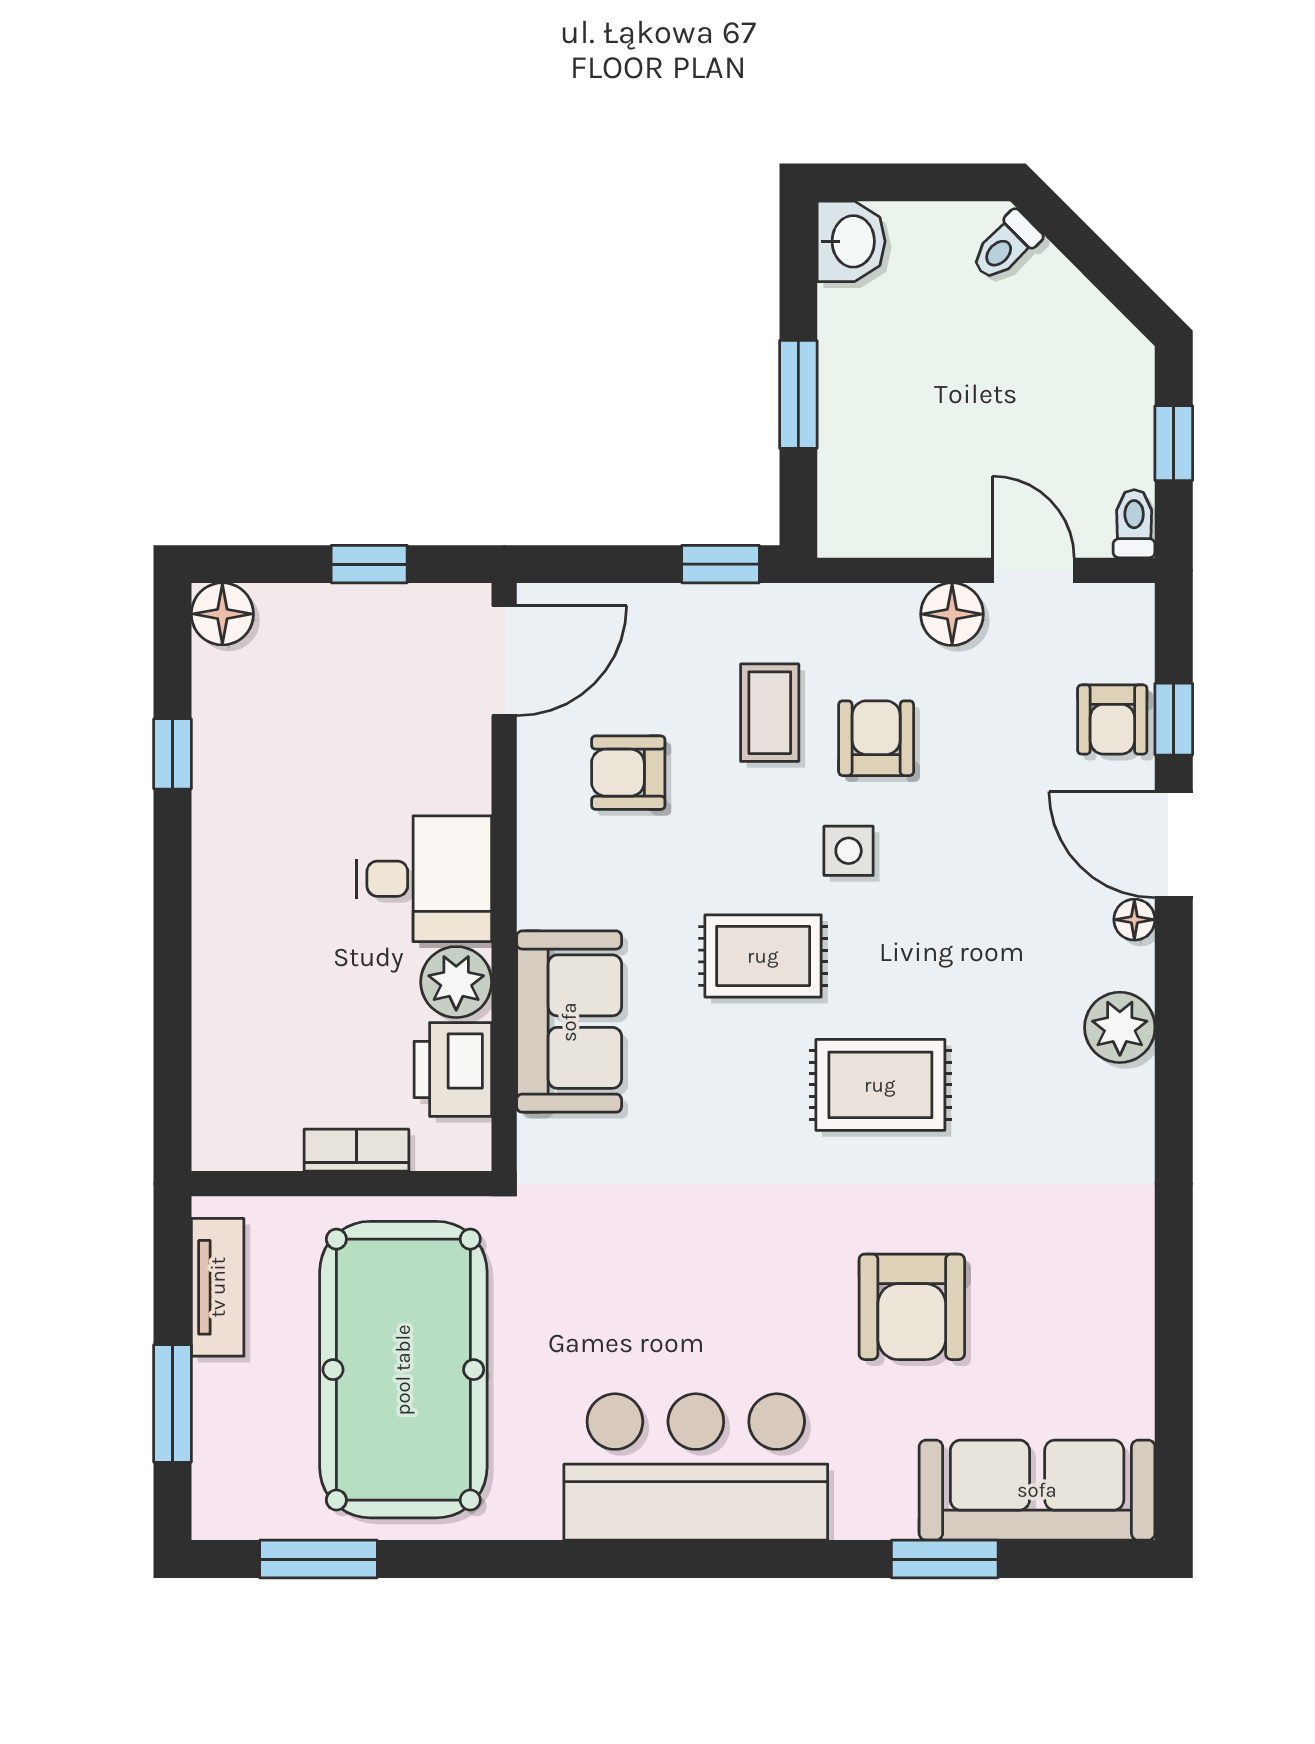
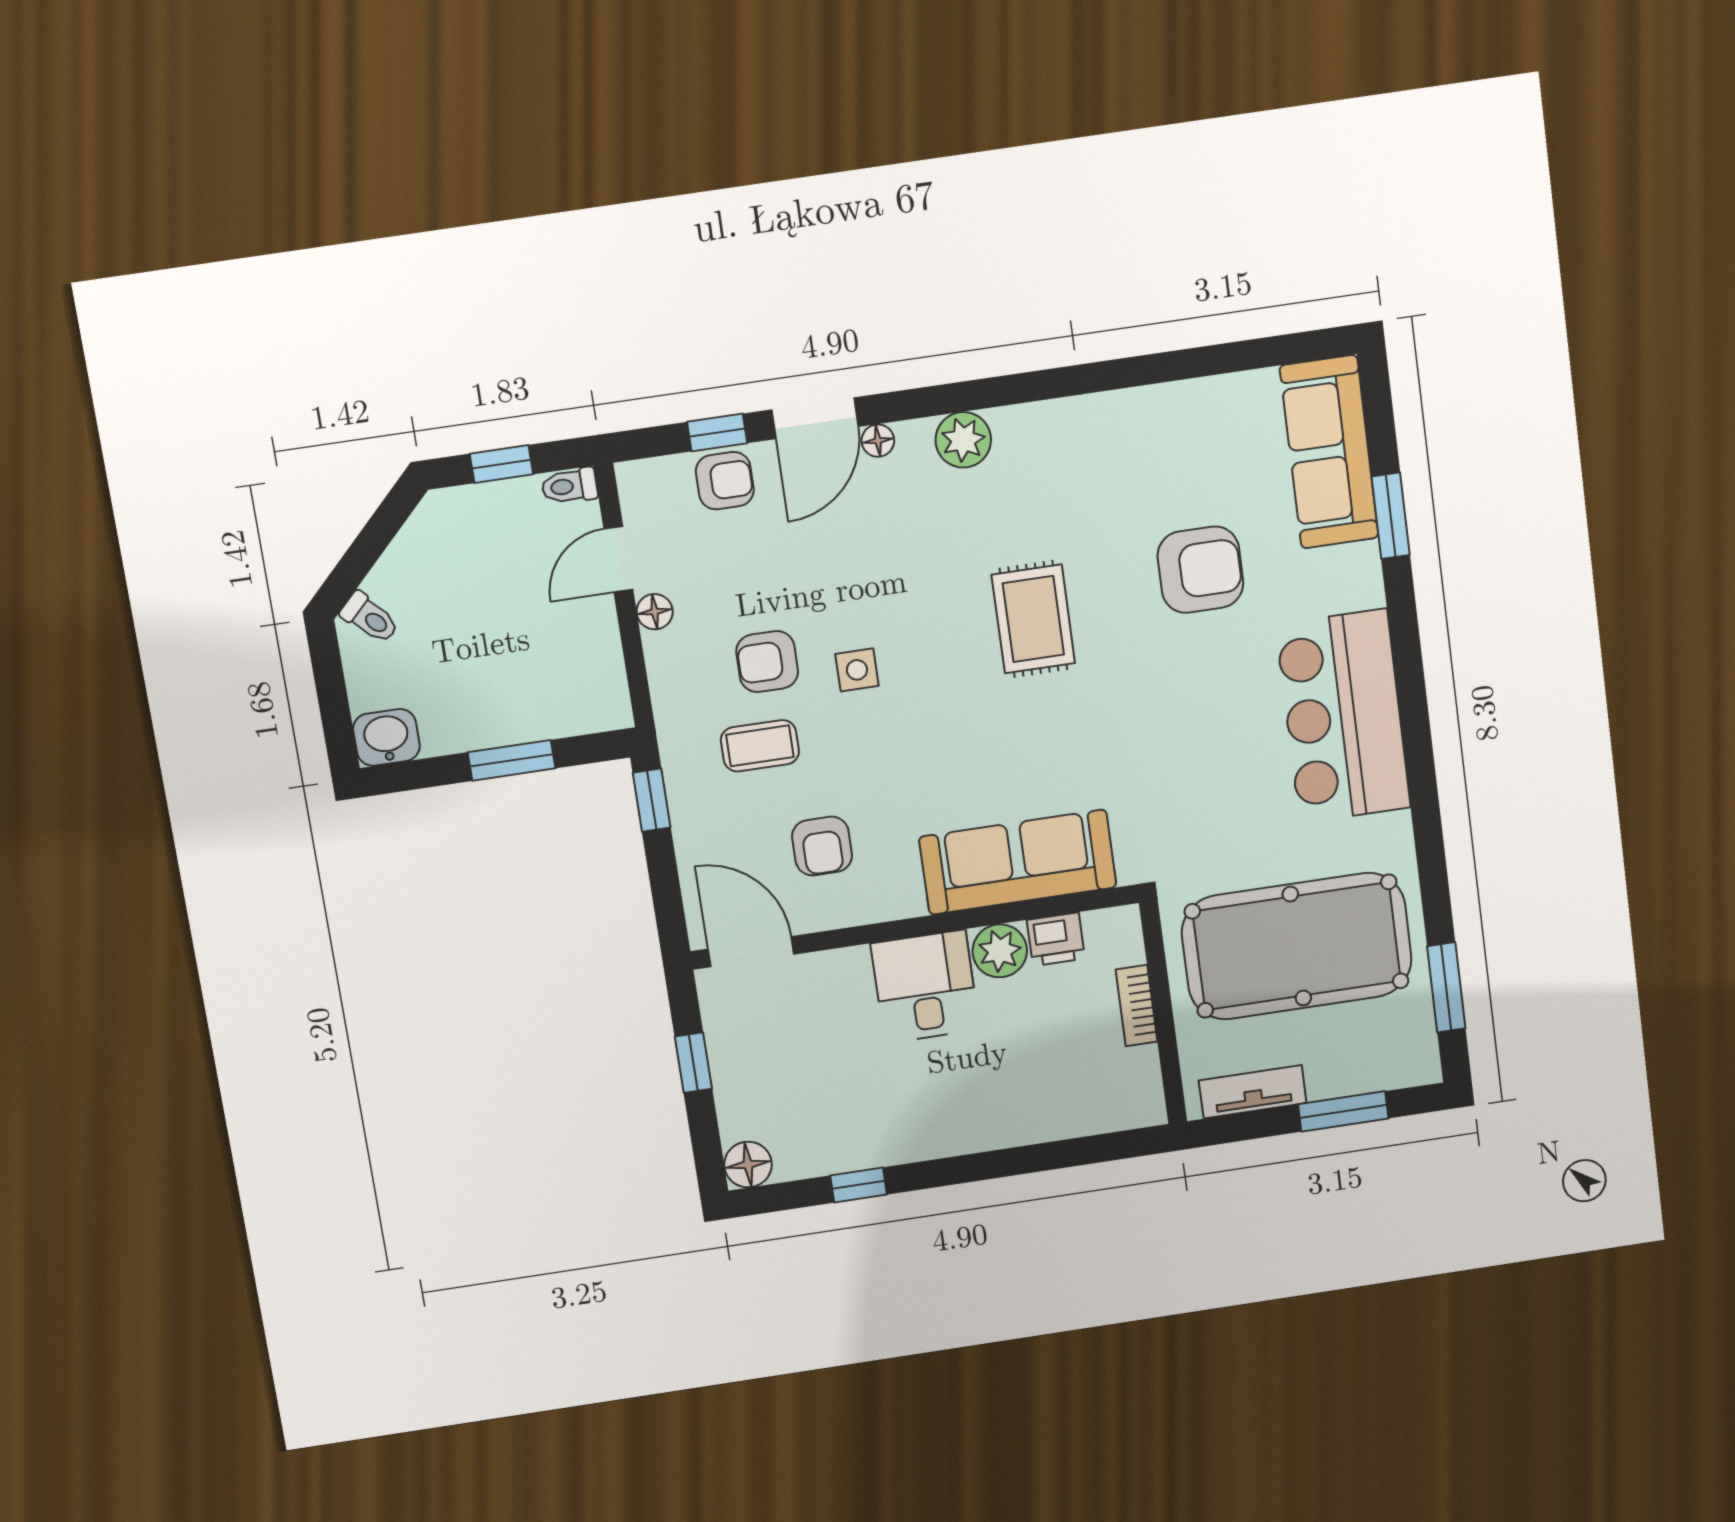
floor lamp: (952, 614) -> (655, 612), width x0.73, depth x0.73
rug: (763, 956) -> (947, 723), removed
sofa: (569, 1022) -> (1018, 862), width x1.36
printer: (453, 1069) -> (1056, 939), width x0.73, depth x0.81

